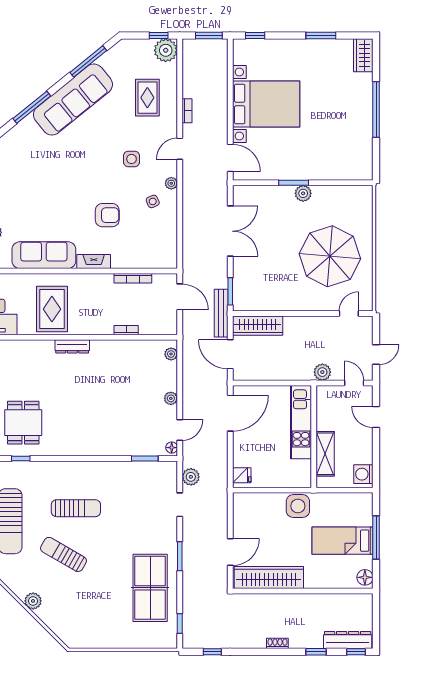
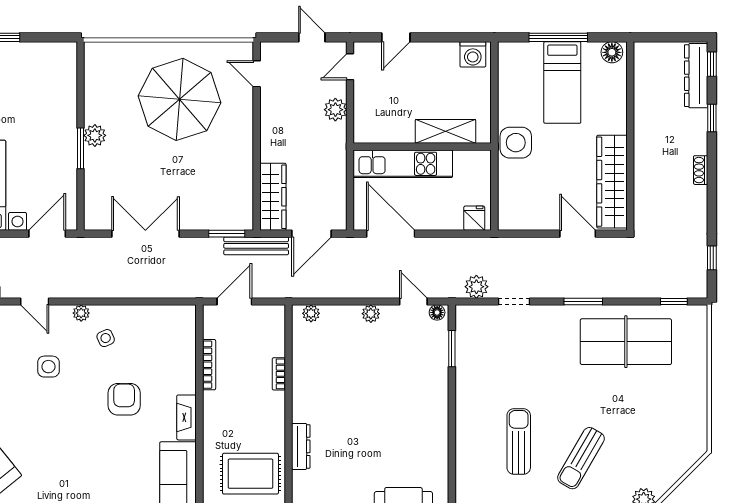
kitchen unit: (301, 422) -> (403, 164), moved
wall: (314, 437) -> (422, 147), moved
shelving: (325, 454) -> (445, 131), moved

